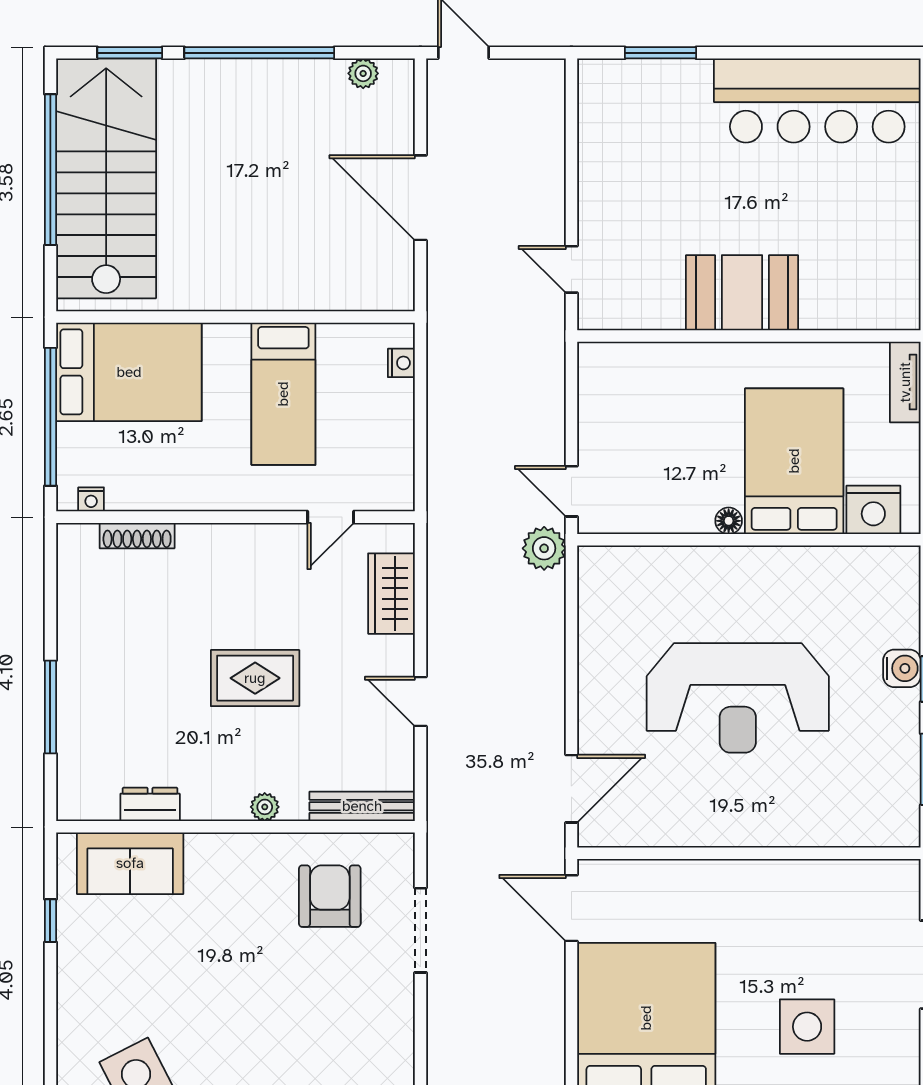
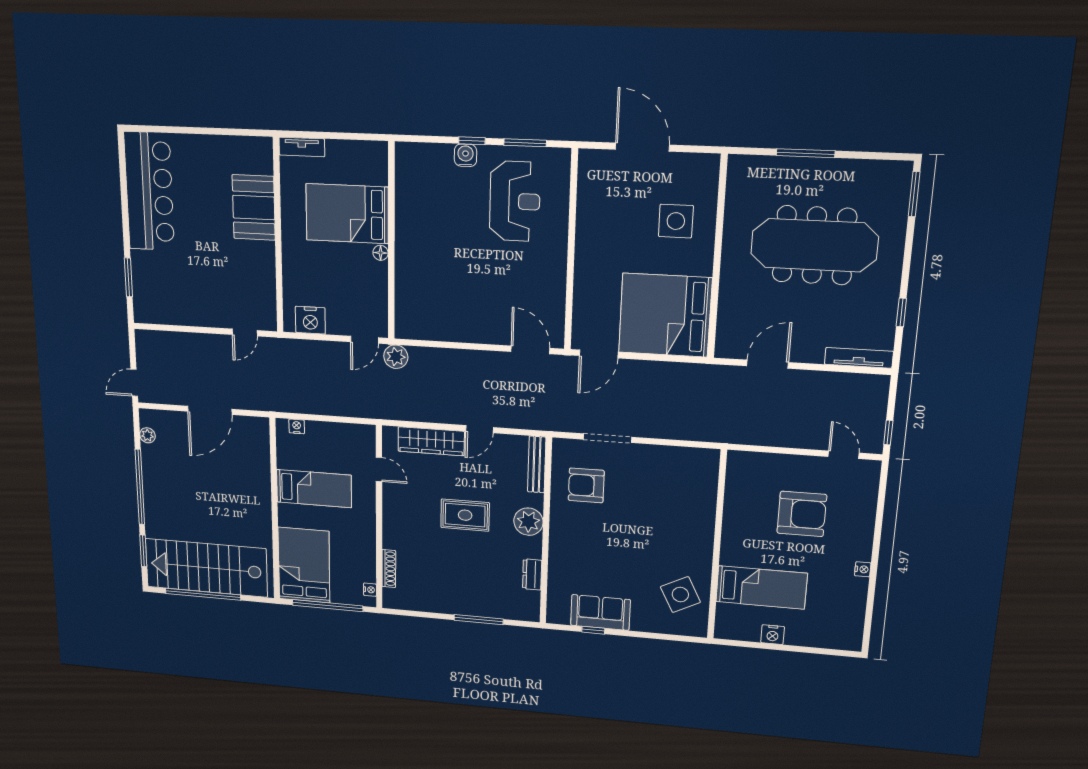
booth: (742, 293) -> (254, 207), moved
nightstand: (873, 510) -> (310, 320), moved, turned 90
wardrobe: (391, 594) -> (431, 441), width x1.50
rug: (255, 678) -> (465, 515), turned 90
reception desk: (738, 698) -> (515, 201), moved, width x0.74, depth x0.77
plant: (265, 807) -> (528, 522), width x1.88, depth x1.88
sofa: (130, 863) -> (600, 612), moved, turned -90

